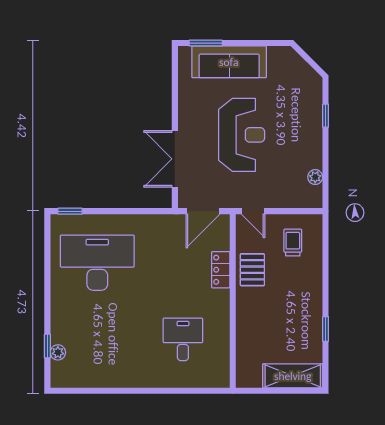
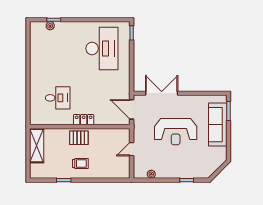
door: (253, 211) -> (132, 149), moved
trolley: (293, 243) -> (80, 163), moved
locker: (221, 270) -> (84, 120), moved
pallet: (252, 270) -> (79, 138), moved
shelving: (293, 376) -> (37, 146), moved

